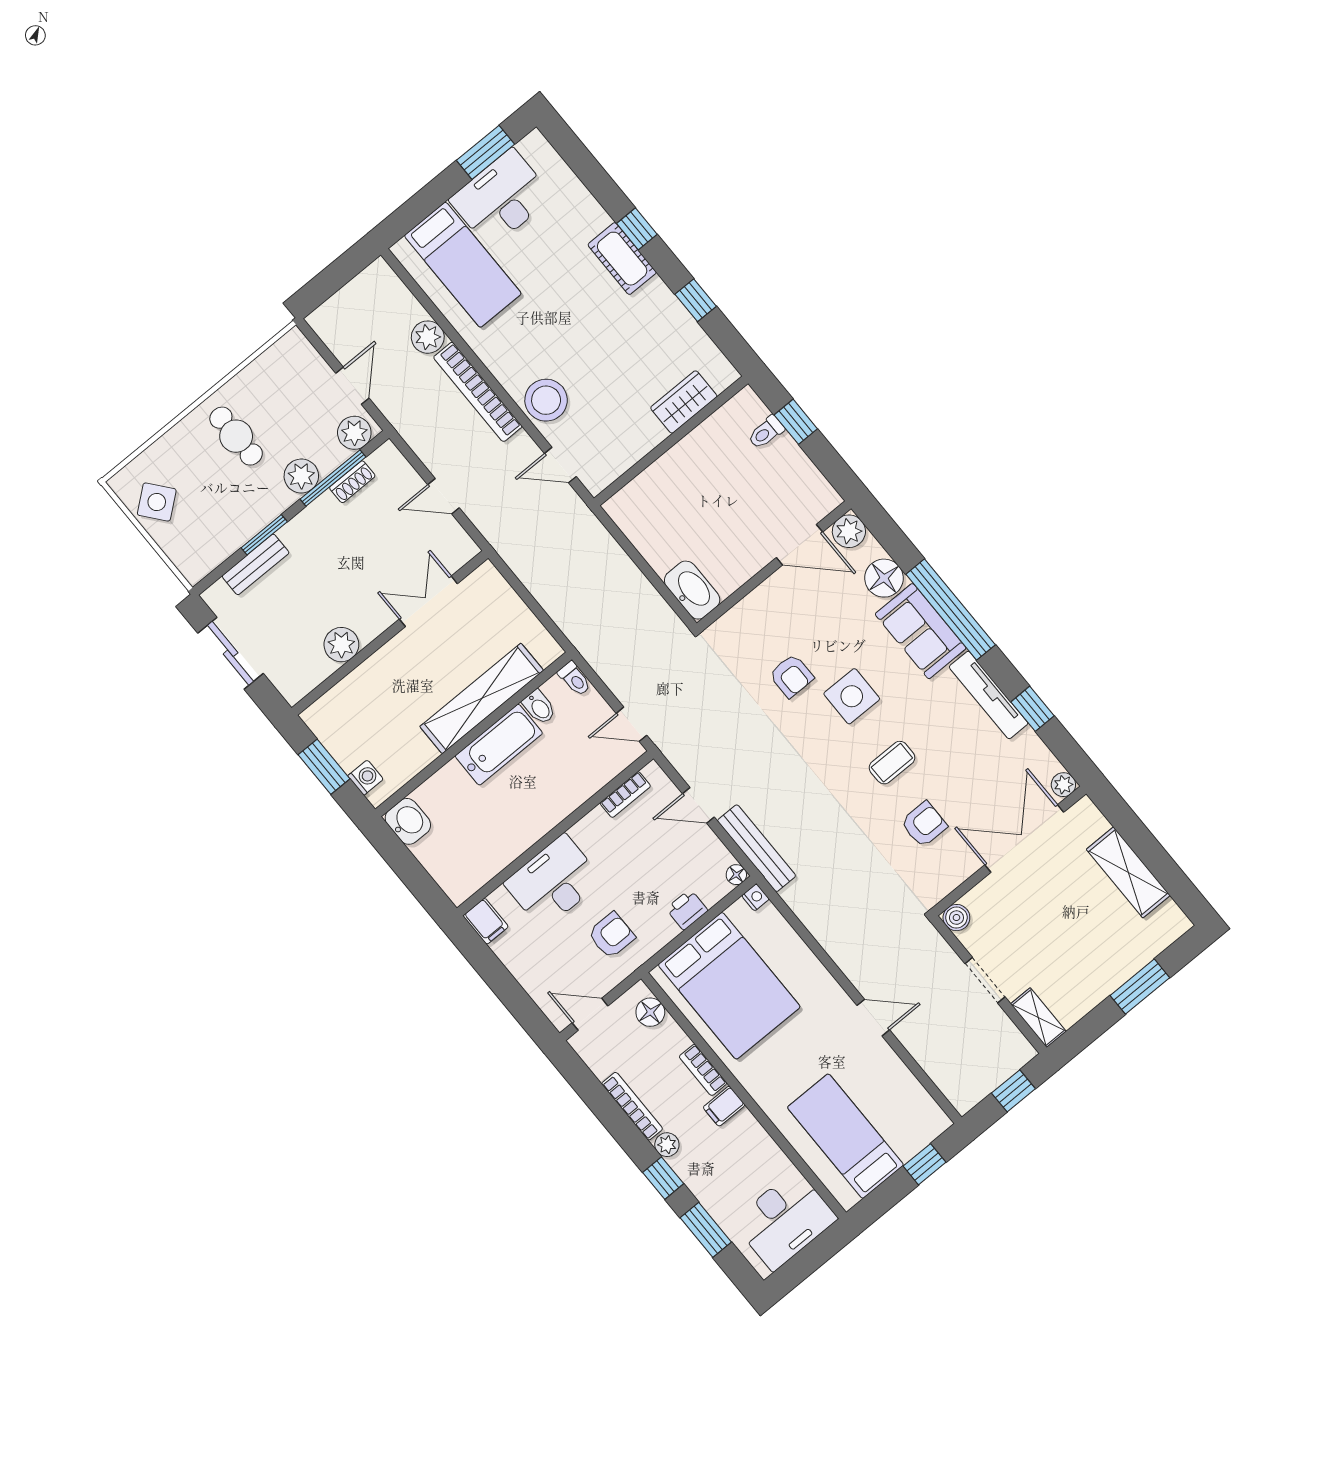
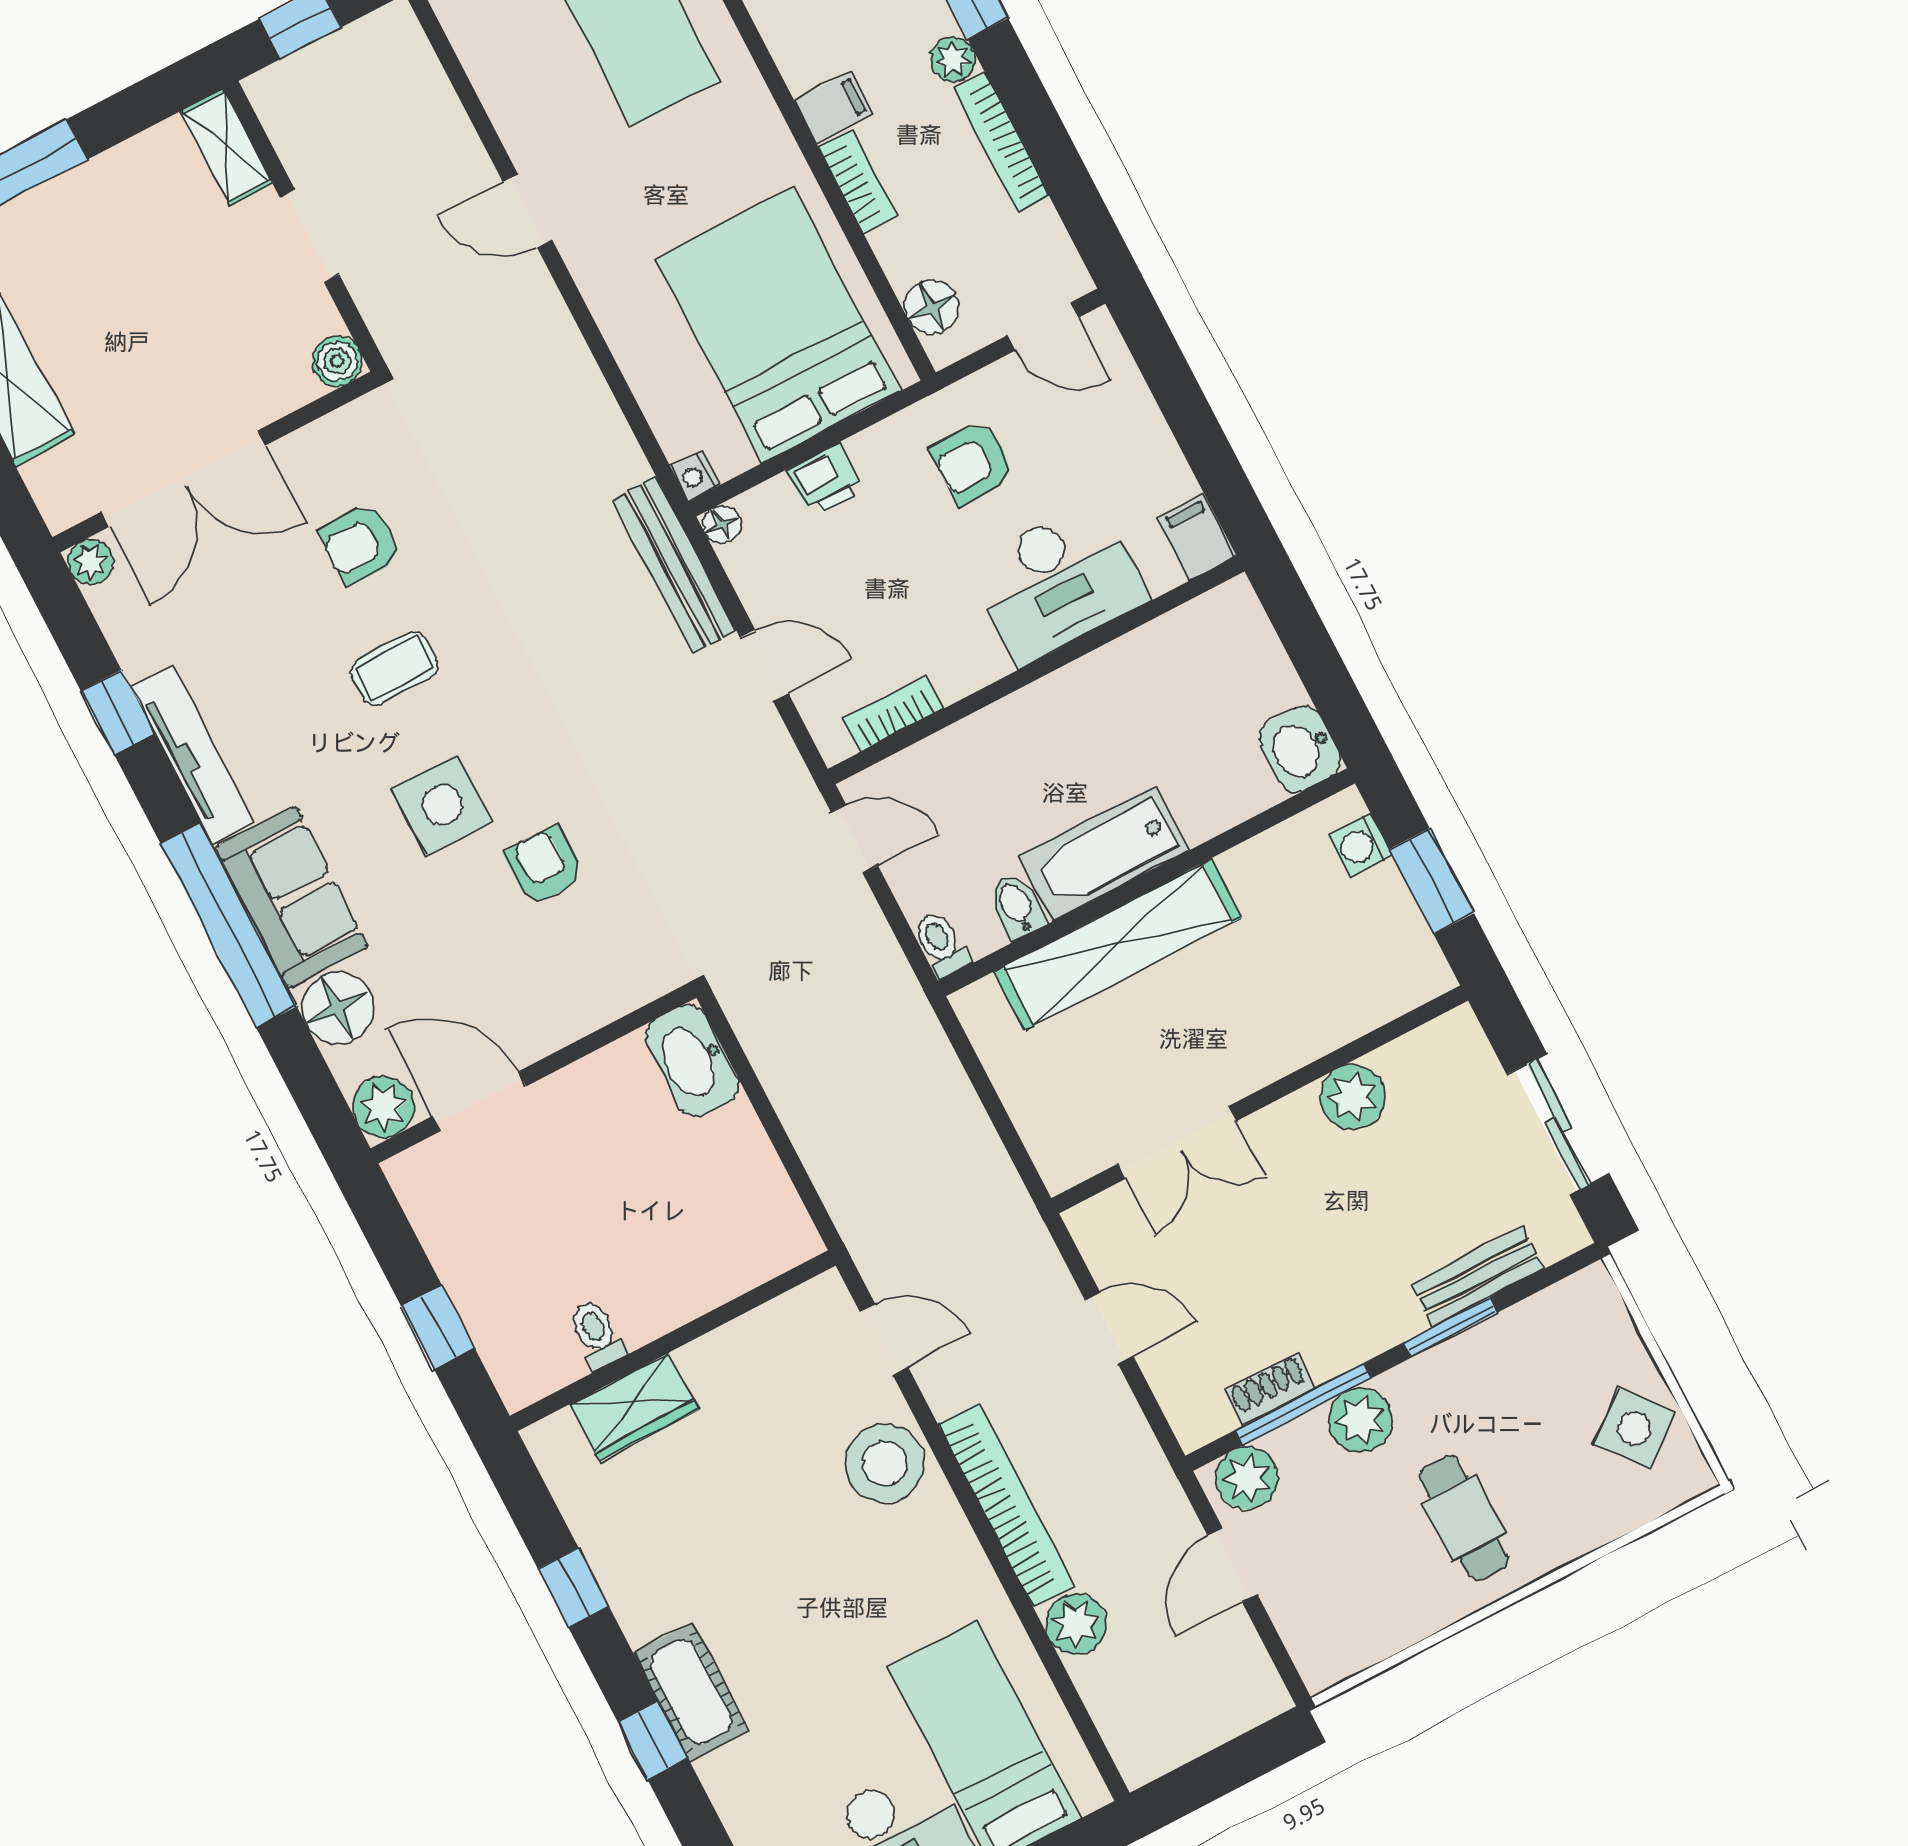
toilet: (766, 432) -> (597, 1334), moved, turned -90

